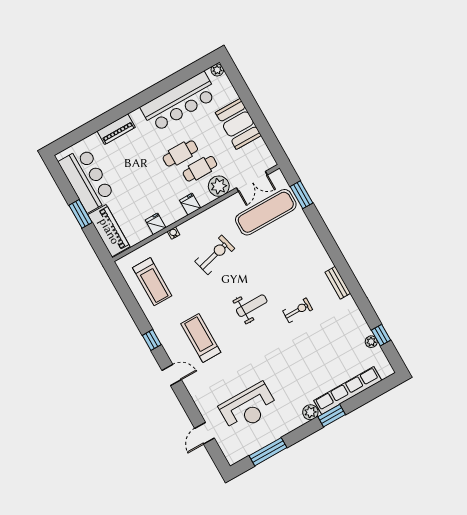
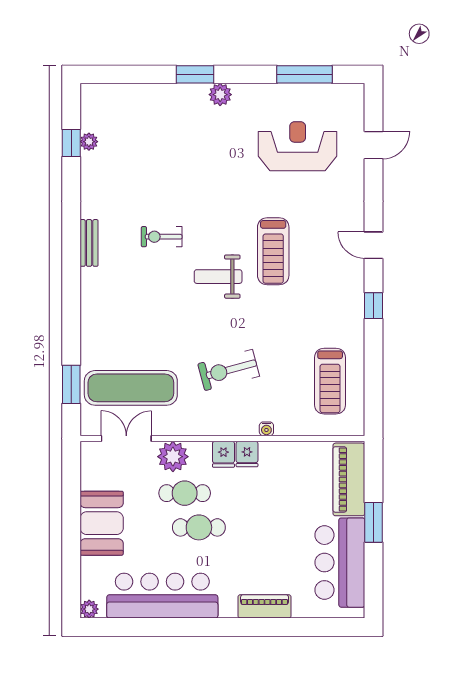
fridge: (156, 224) -> (247, 454), moved
treadmill: (152, 282) -> (330, 381), turned 180
treadmill: (201, 338) -> (273, 251), moved
row of seats: (348, 390) -> (155, 95), removed

